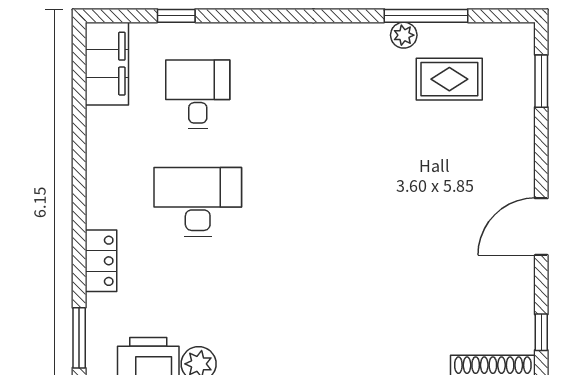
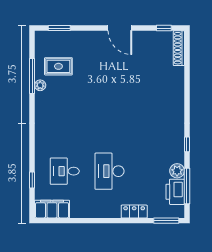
rug: (449, 79) -> (58, 66), turned 90

